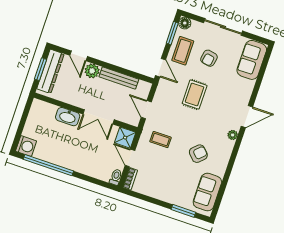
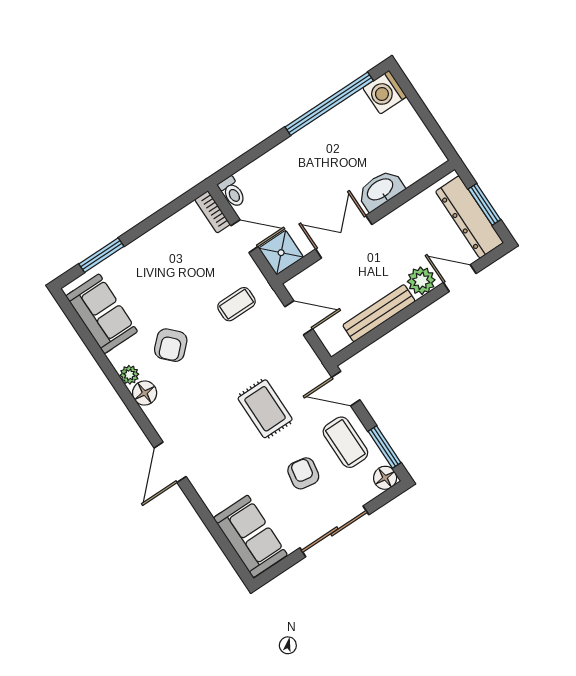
plant: (233, 135) -> (129, 375), moved
floor lamp: (226, 149) -> (145, 393), added

